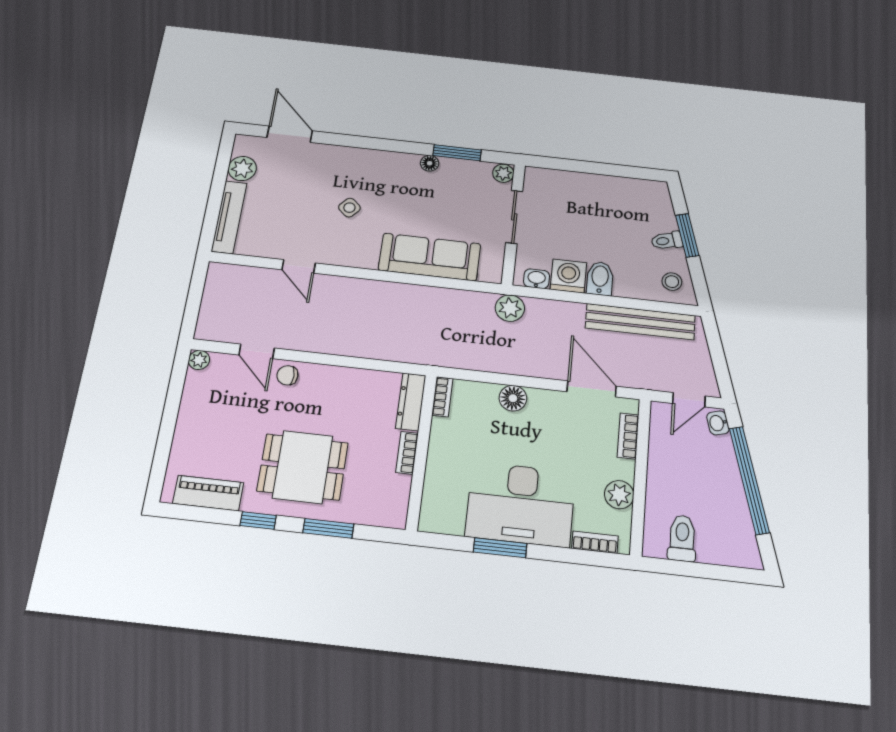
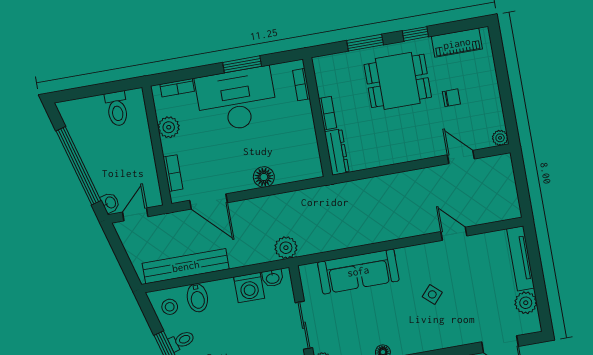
bidet: (600, 278) -> (197, 298), moved
chair: (287, 375) -> (451, 98), moved
bookcase: (442, 397) -> (301, 85), moved

